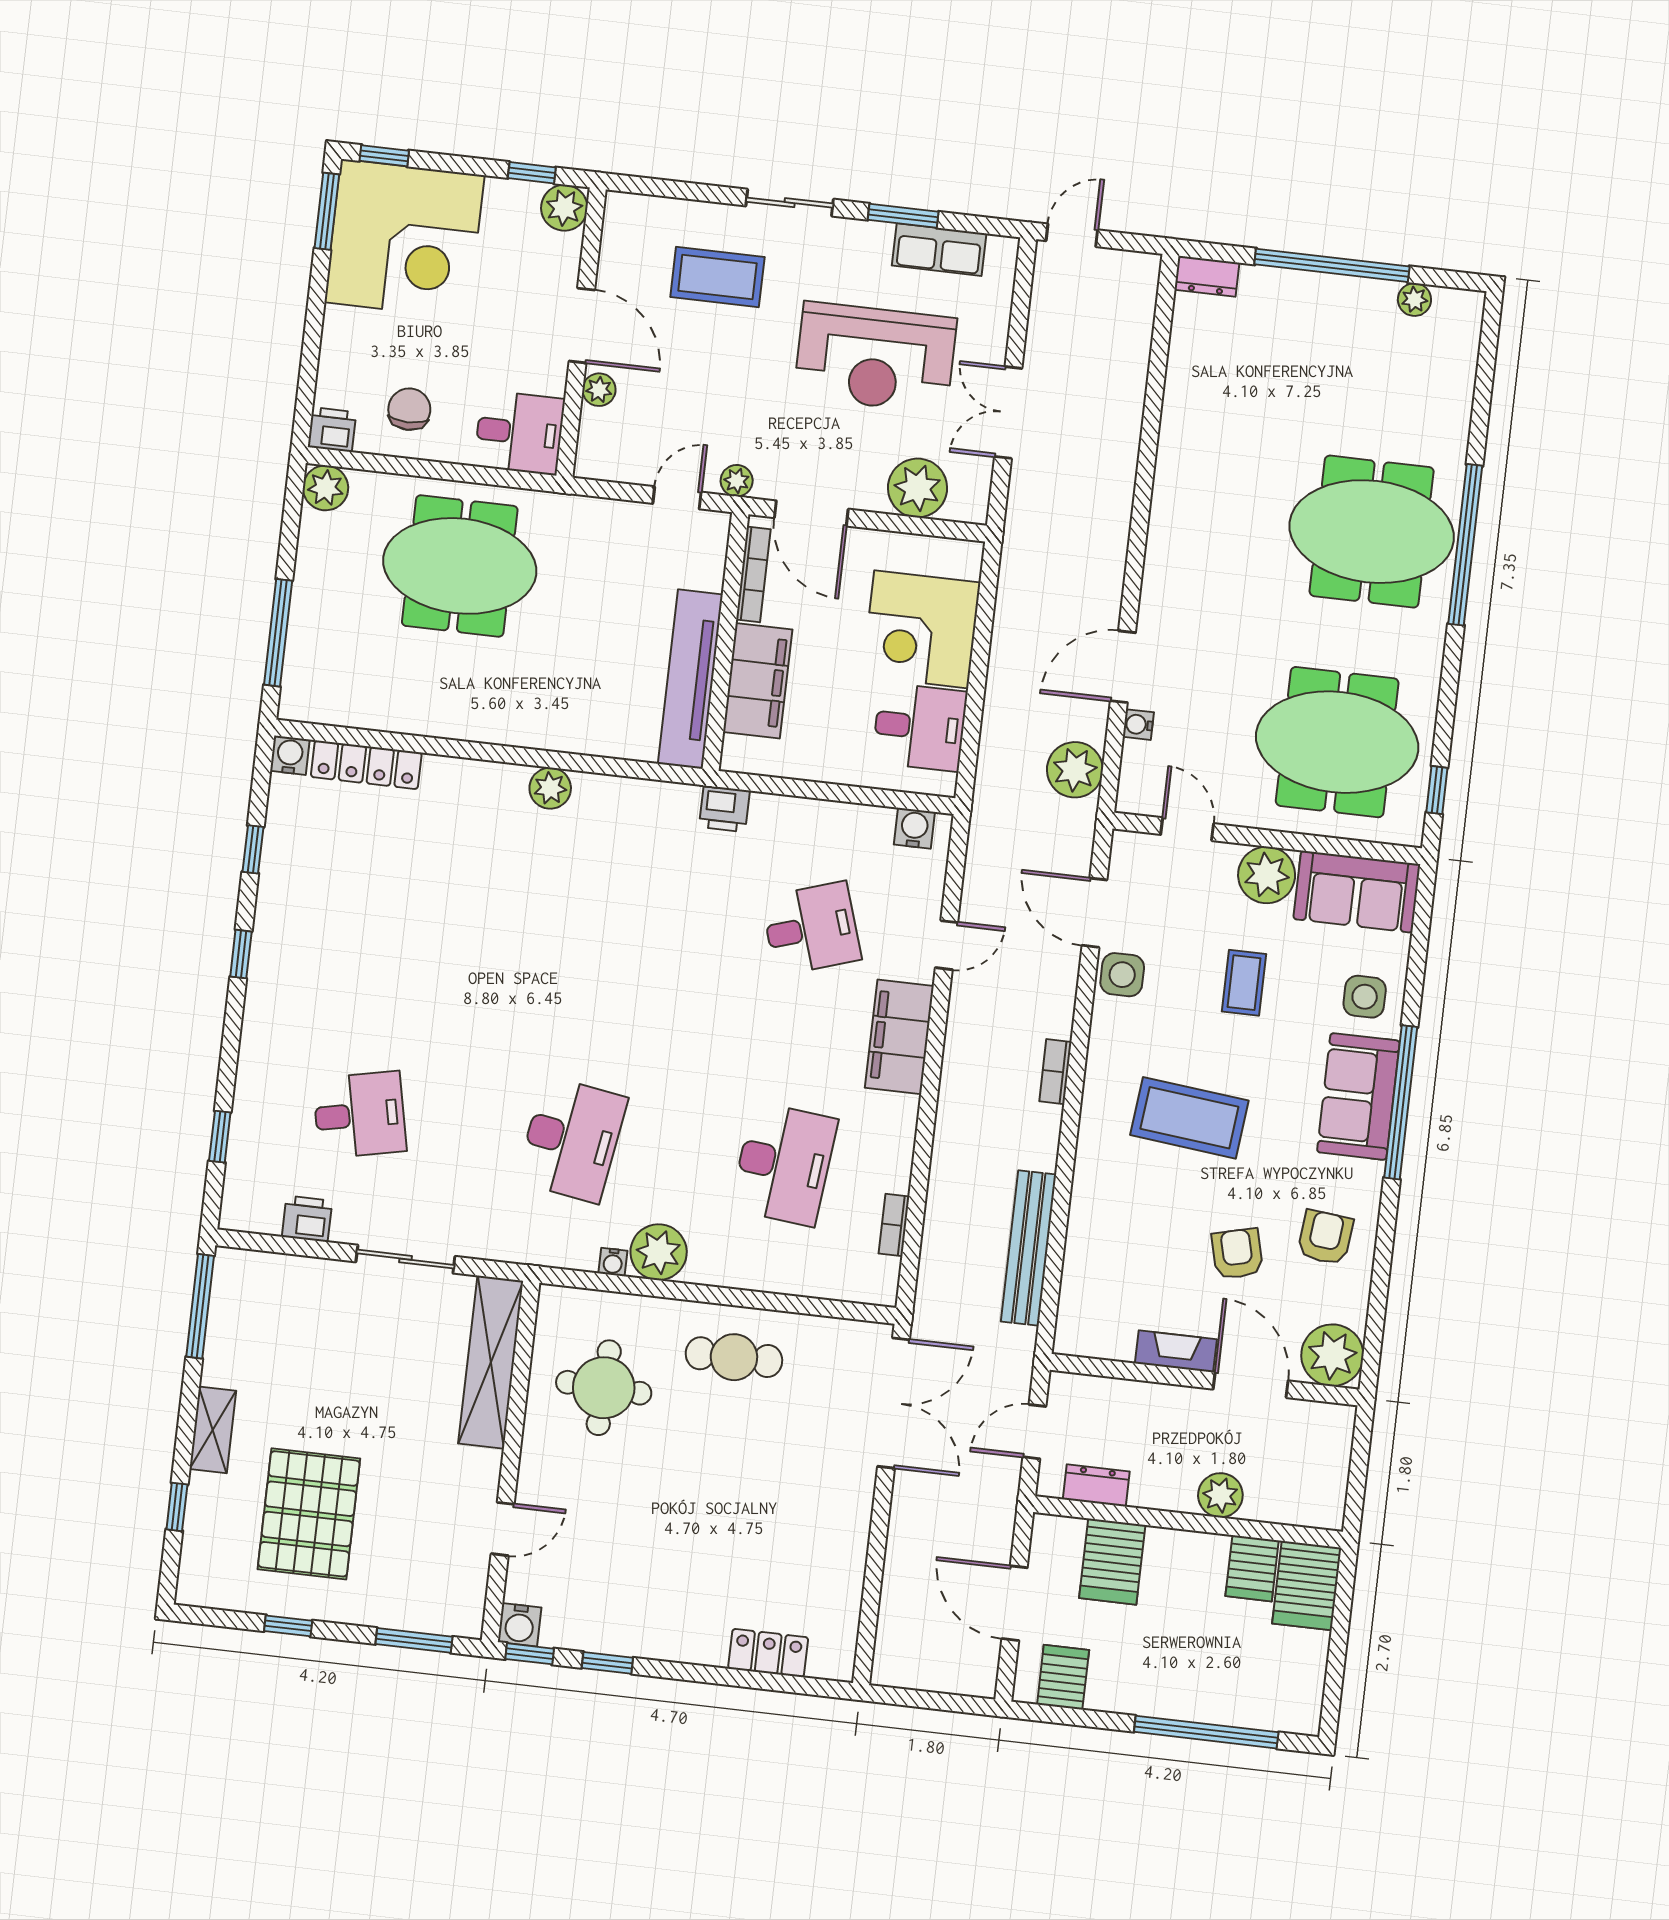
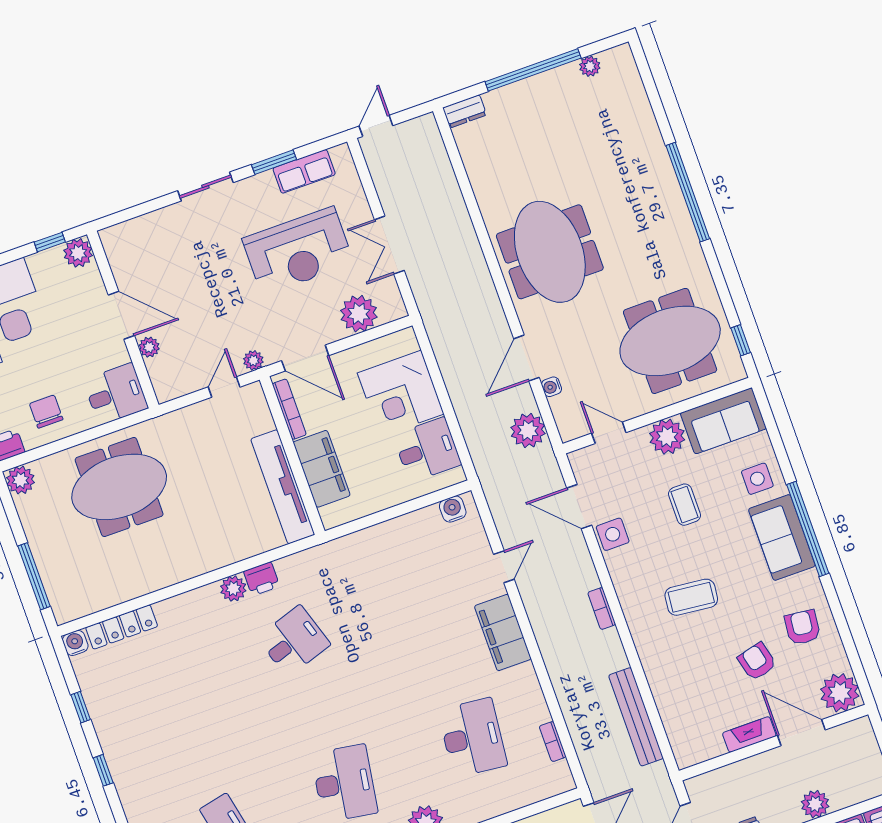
coffee table: (717, 277) -> (185, 249), removed
meeting table: (1372, 532) -> (550, 252), moved, turned 90
printer: (724, 809) -> (262, 579), moved
desk: (811, 929) -> (294, 641), moved
coffee table: (1189, 1118) -> (691, 597), width x0.73, depth x0.76

